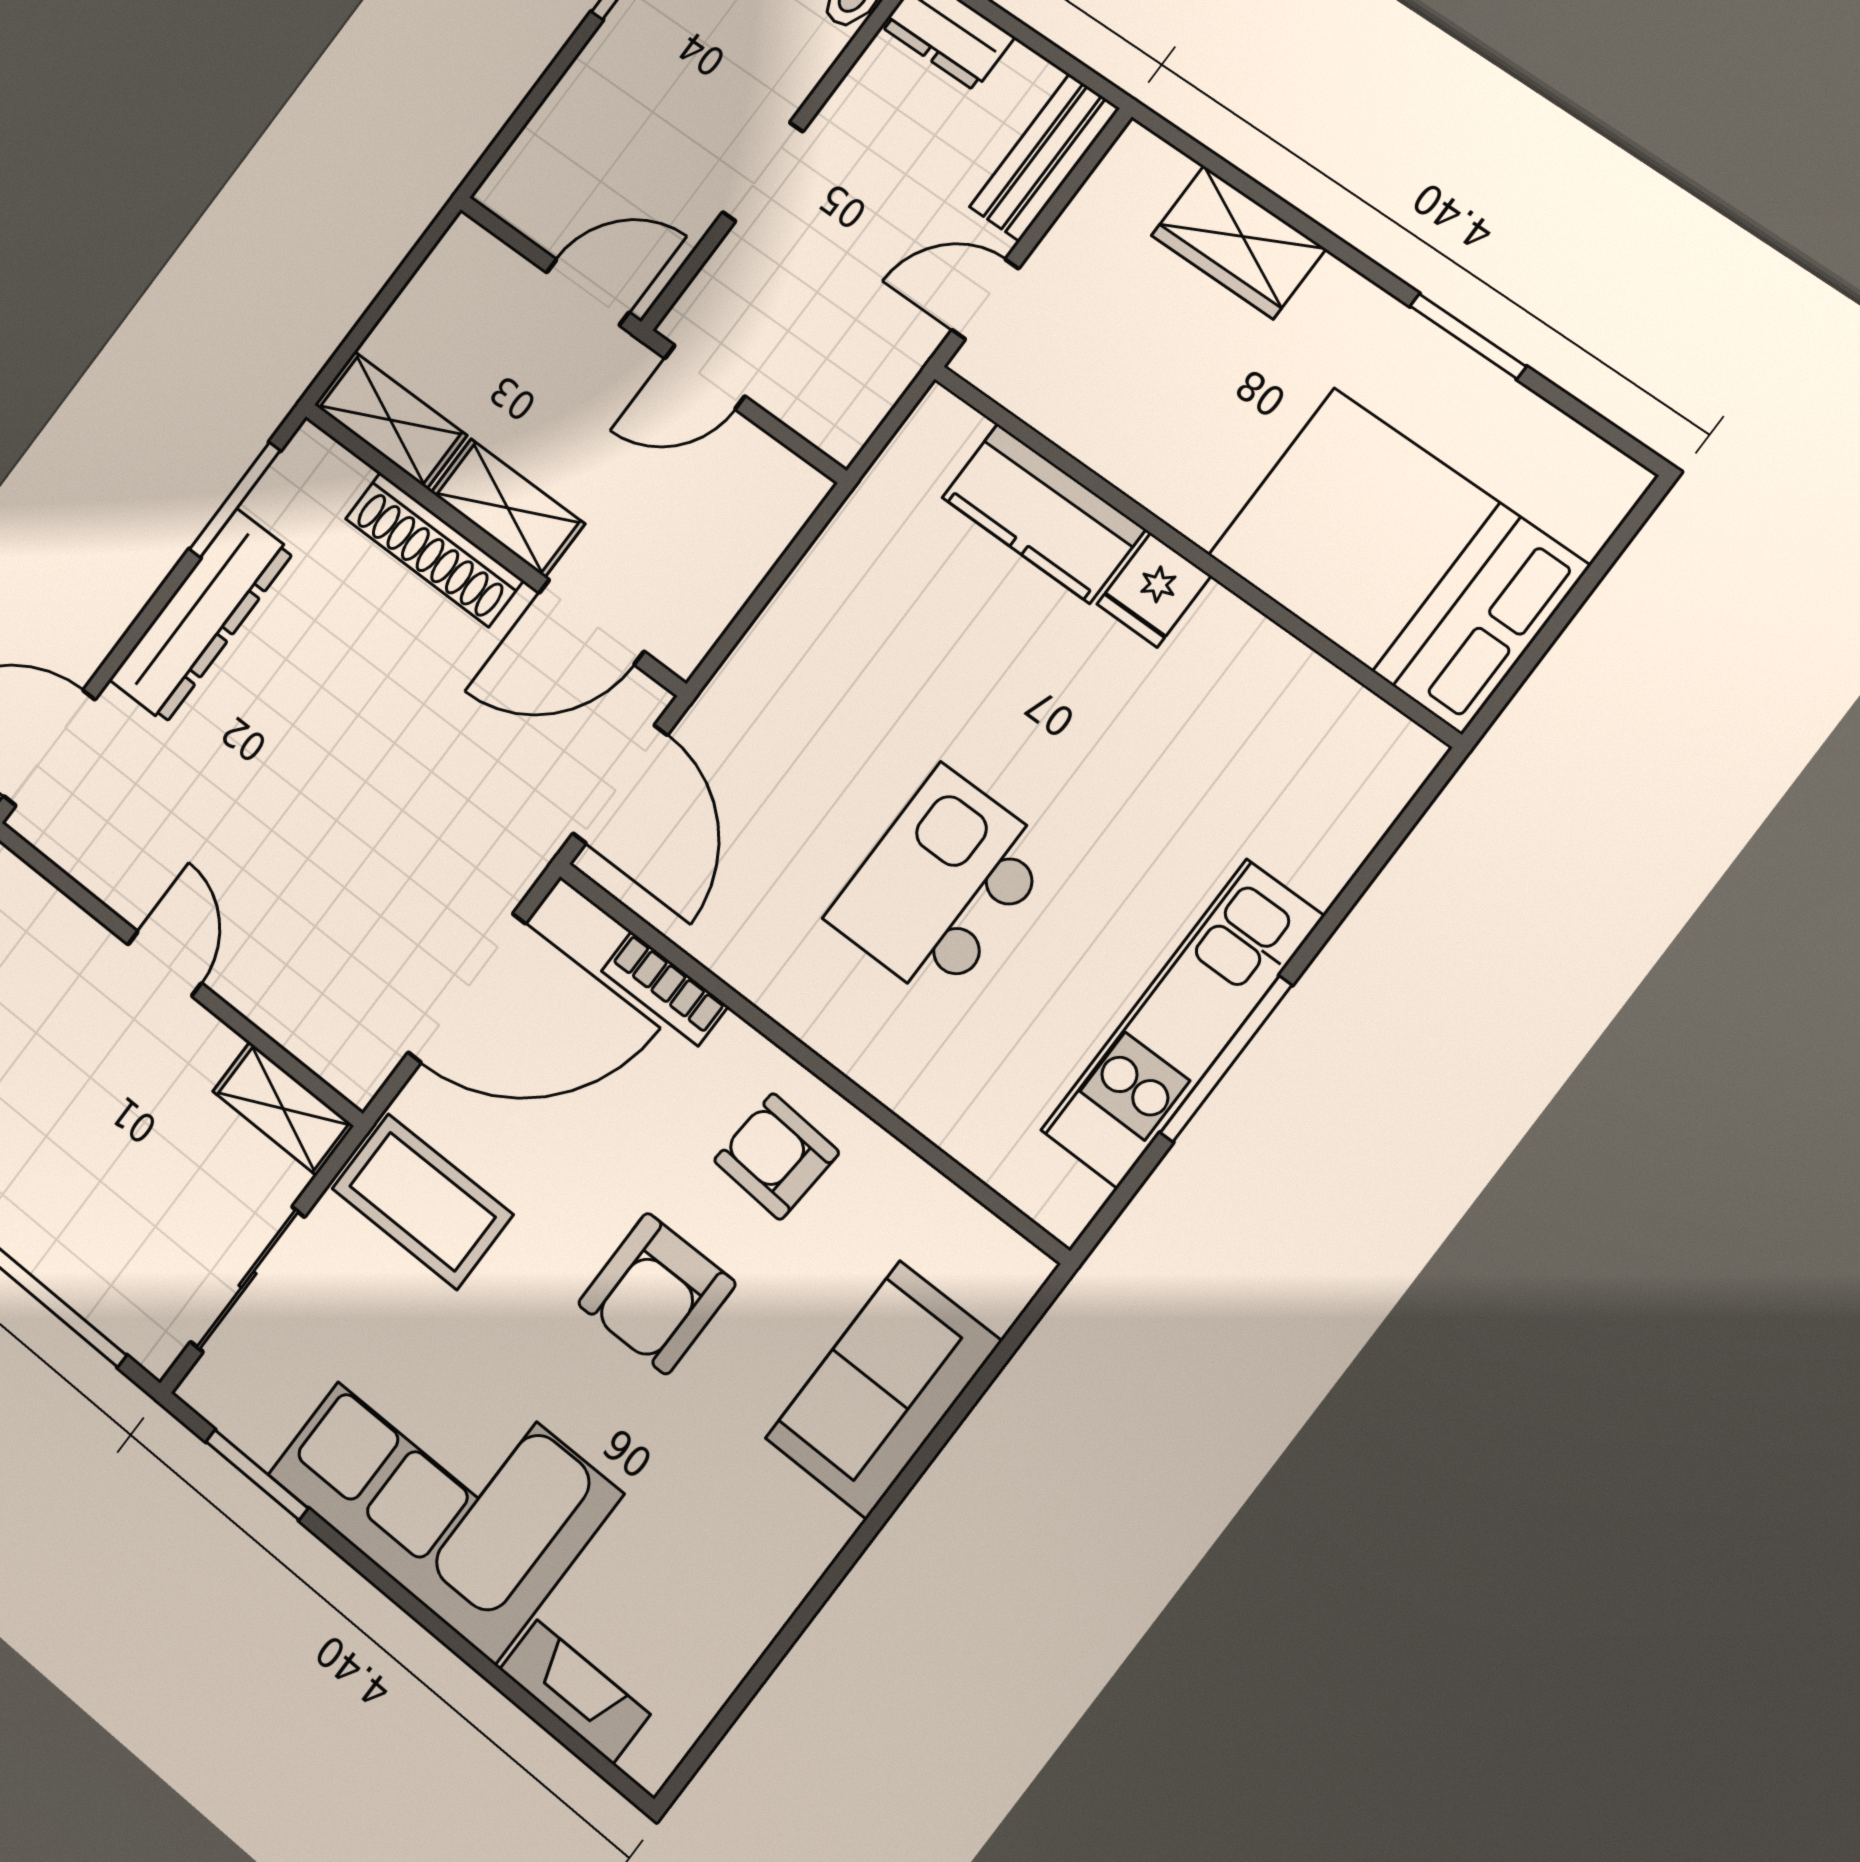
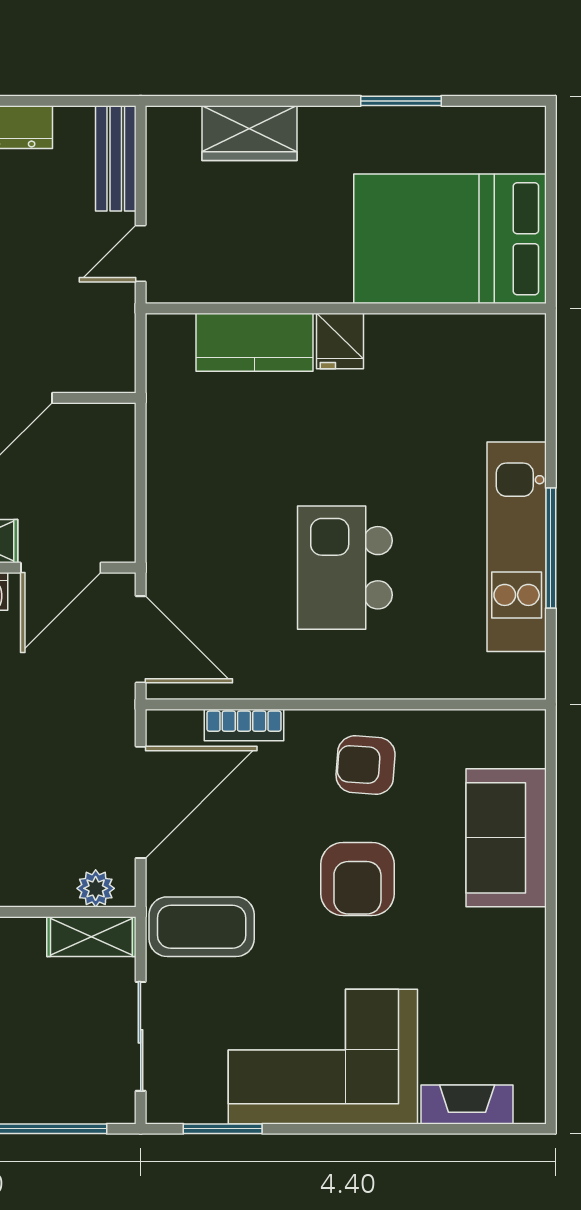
plant: (333, 1053) -> (96, 888), added

